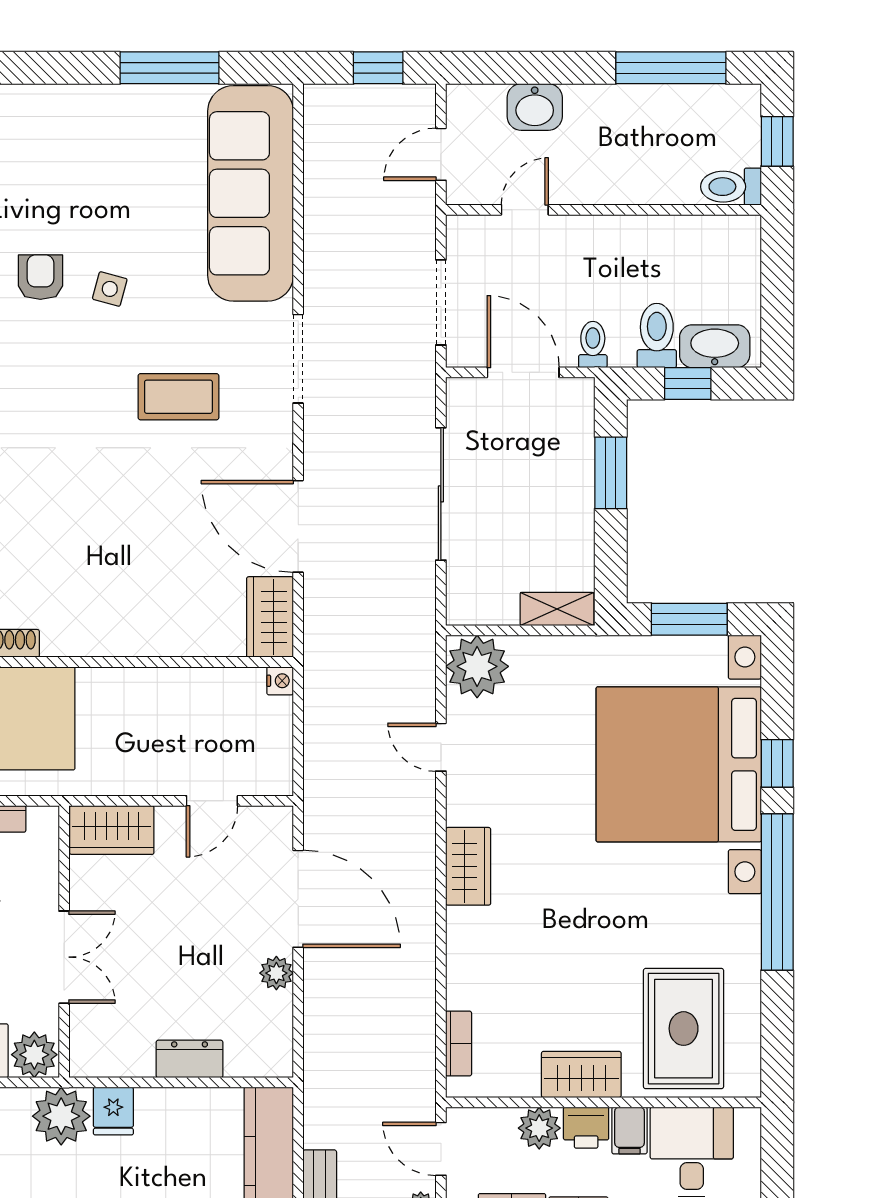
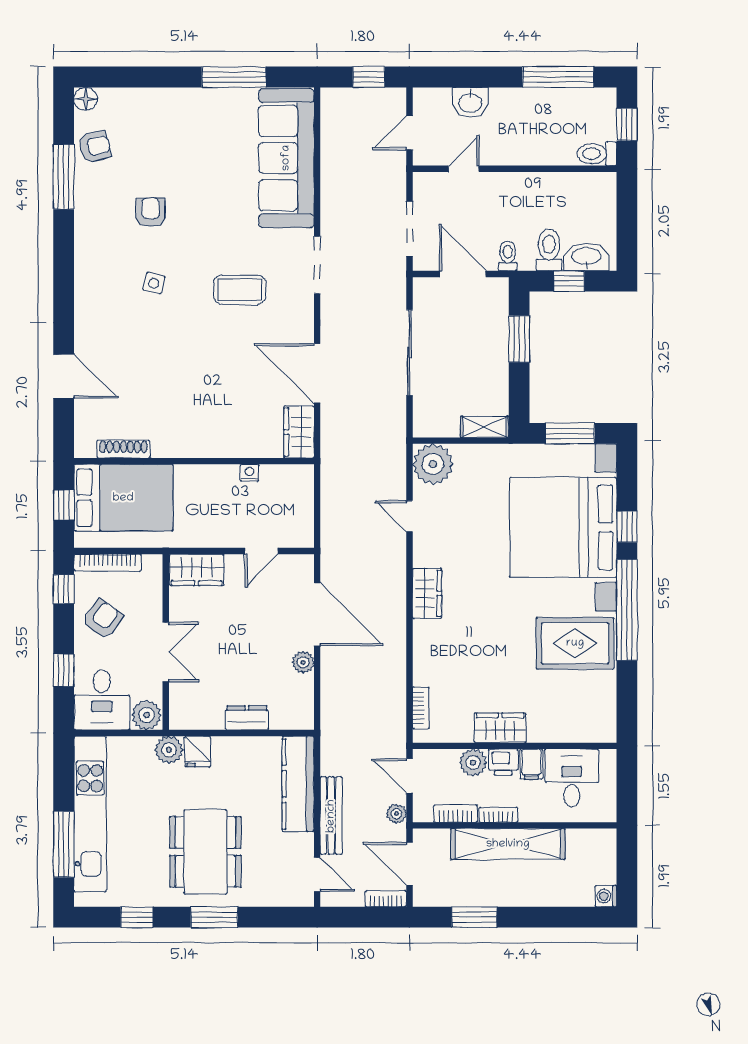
side table: (110, 289) -> (154, 283), moved
nightstand: (280, 681) -> (250, 473), moved, turned -90
rug: (684, 1029) -> (575, 643), moved, turned 90
plant: (61, 1116) -> (169, 750), width x0.73, depth x0.73

